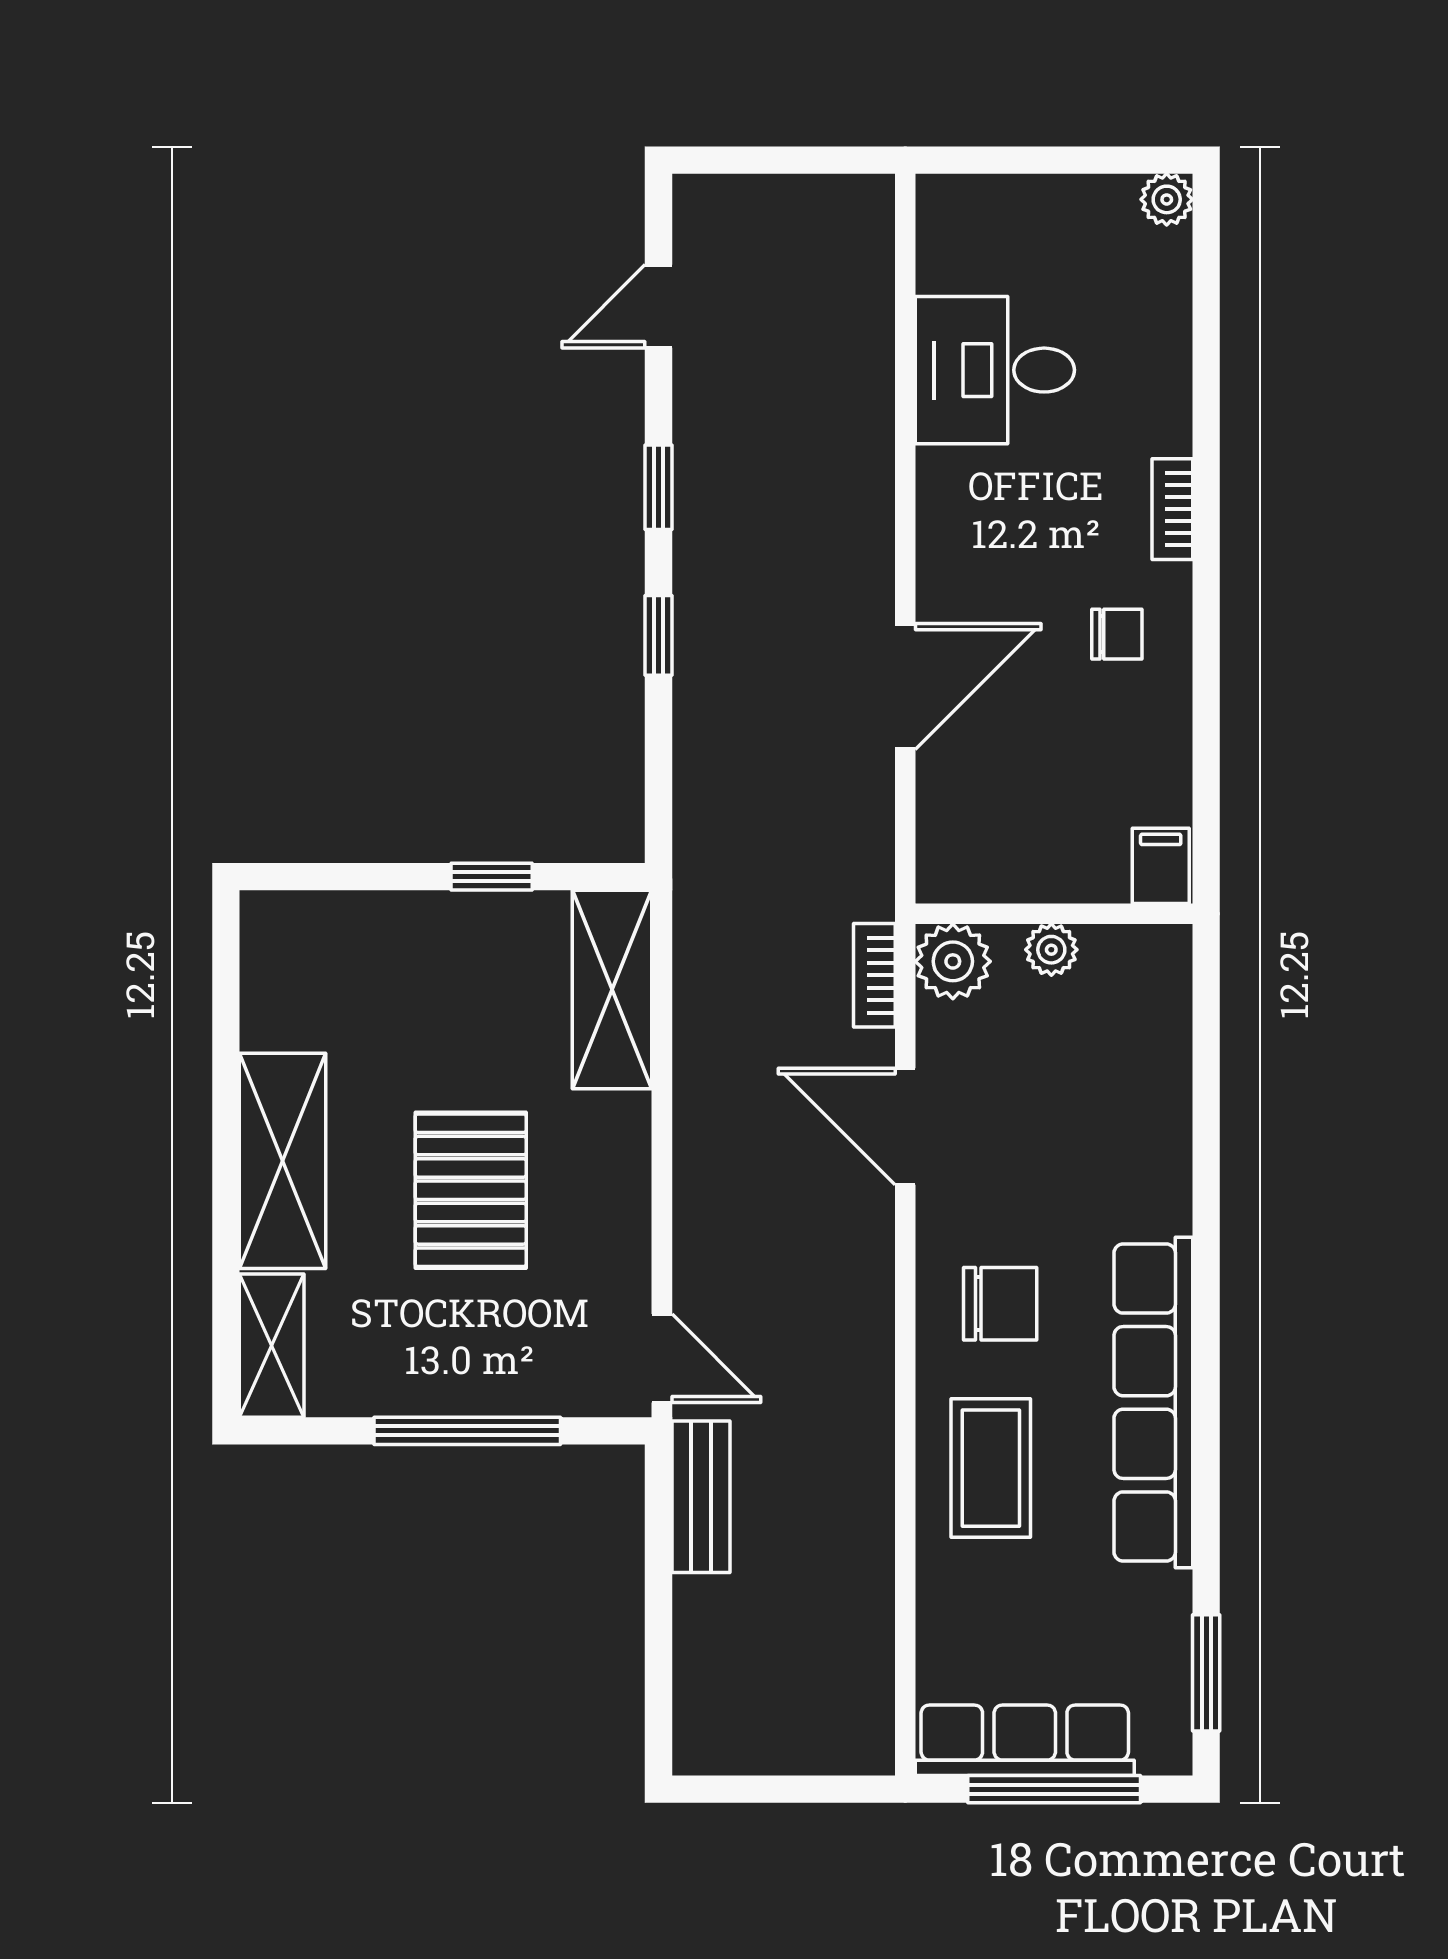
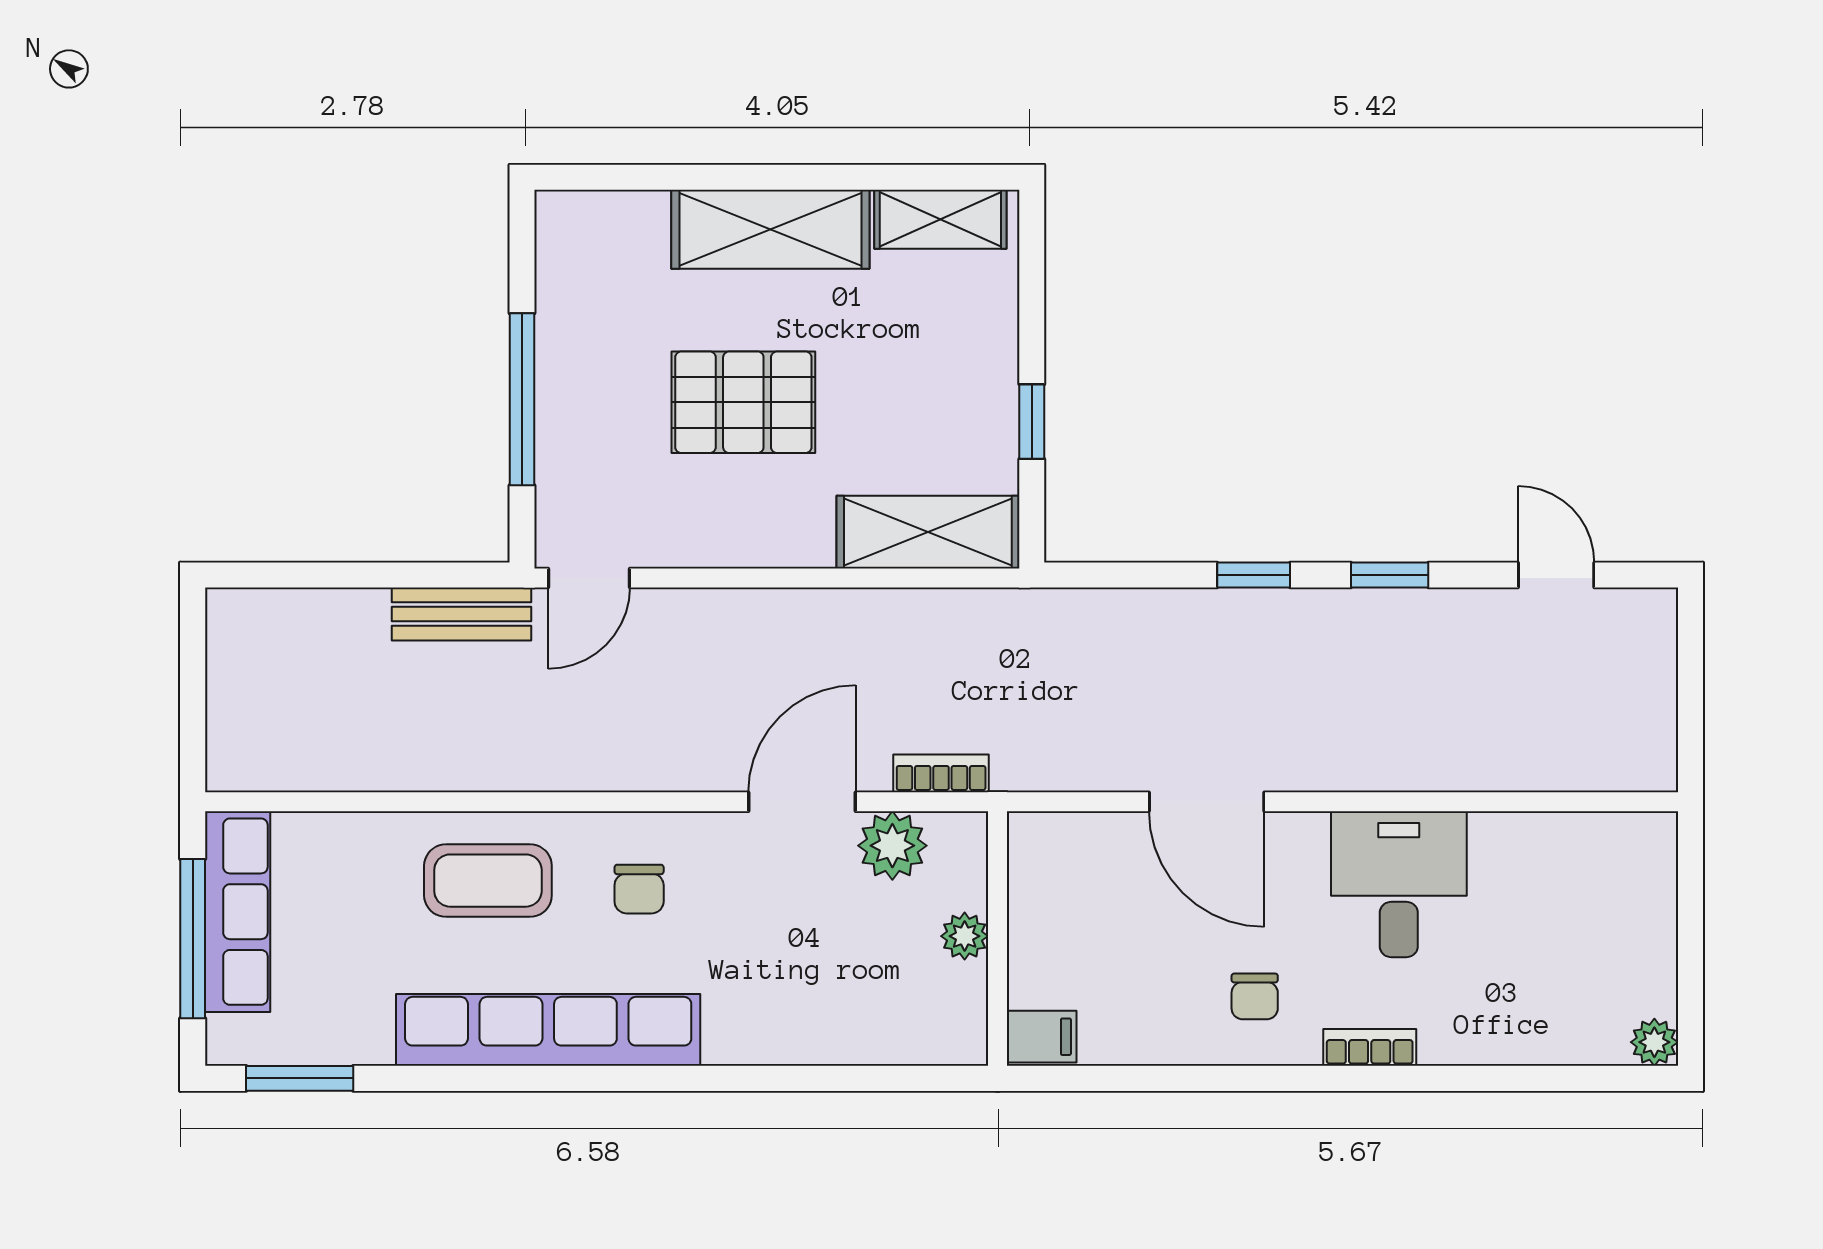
desk: (995, 370) -> (1399, 884), moved
plant: (953, 961) -> (892, 846), moved
chair: (1000, 1304) -> (639, 889), width x0.73, depth x0.73
shelving: (272, 1346) -> (940, 219), moved

